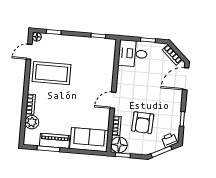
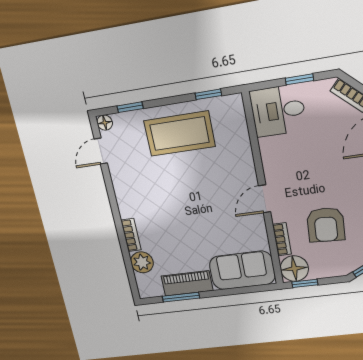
coffee table: (51, 73) -> (179, 134), moved

